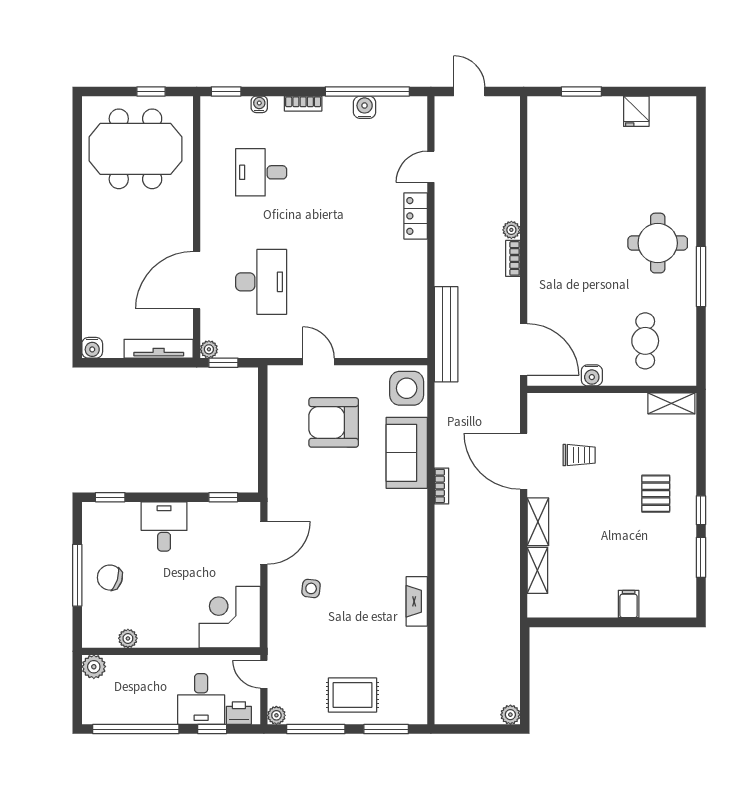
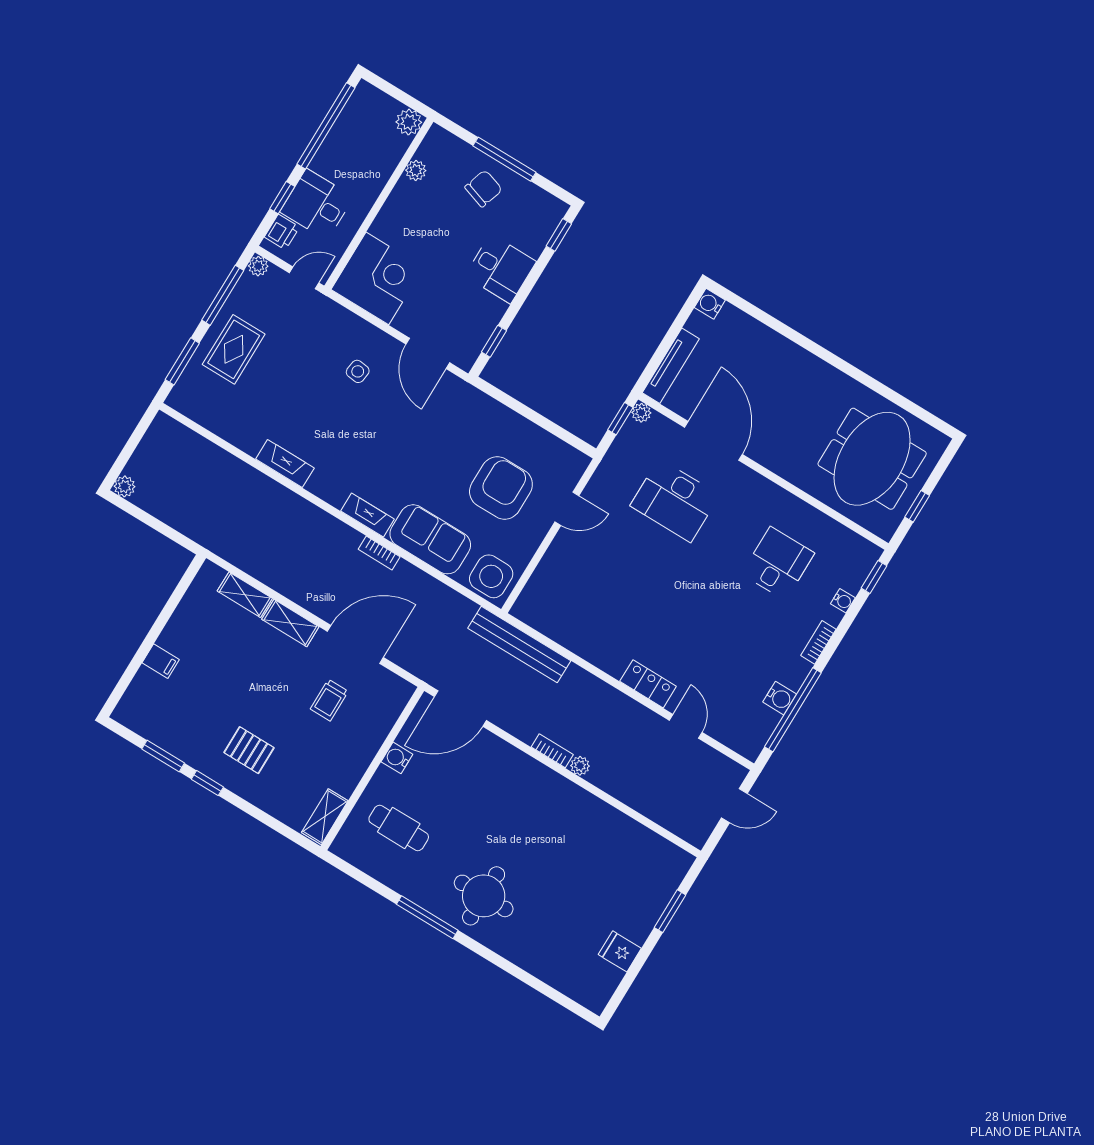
fireplace: (418, 513) -> (367, 515), added

